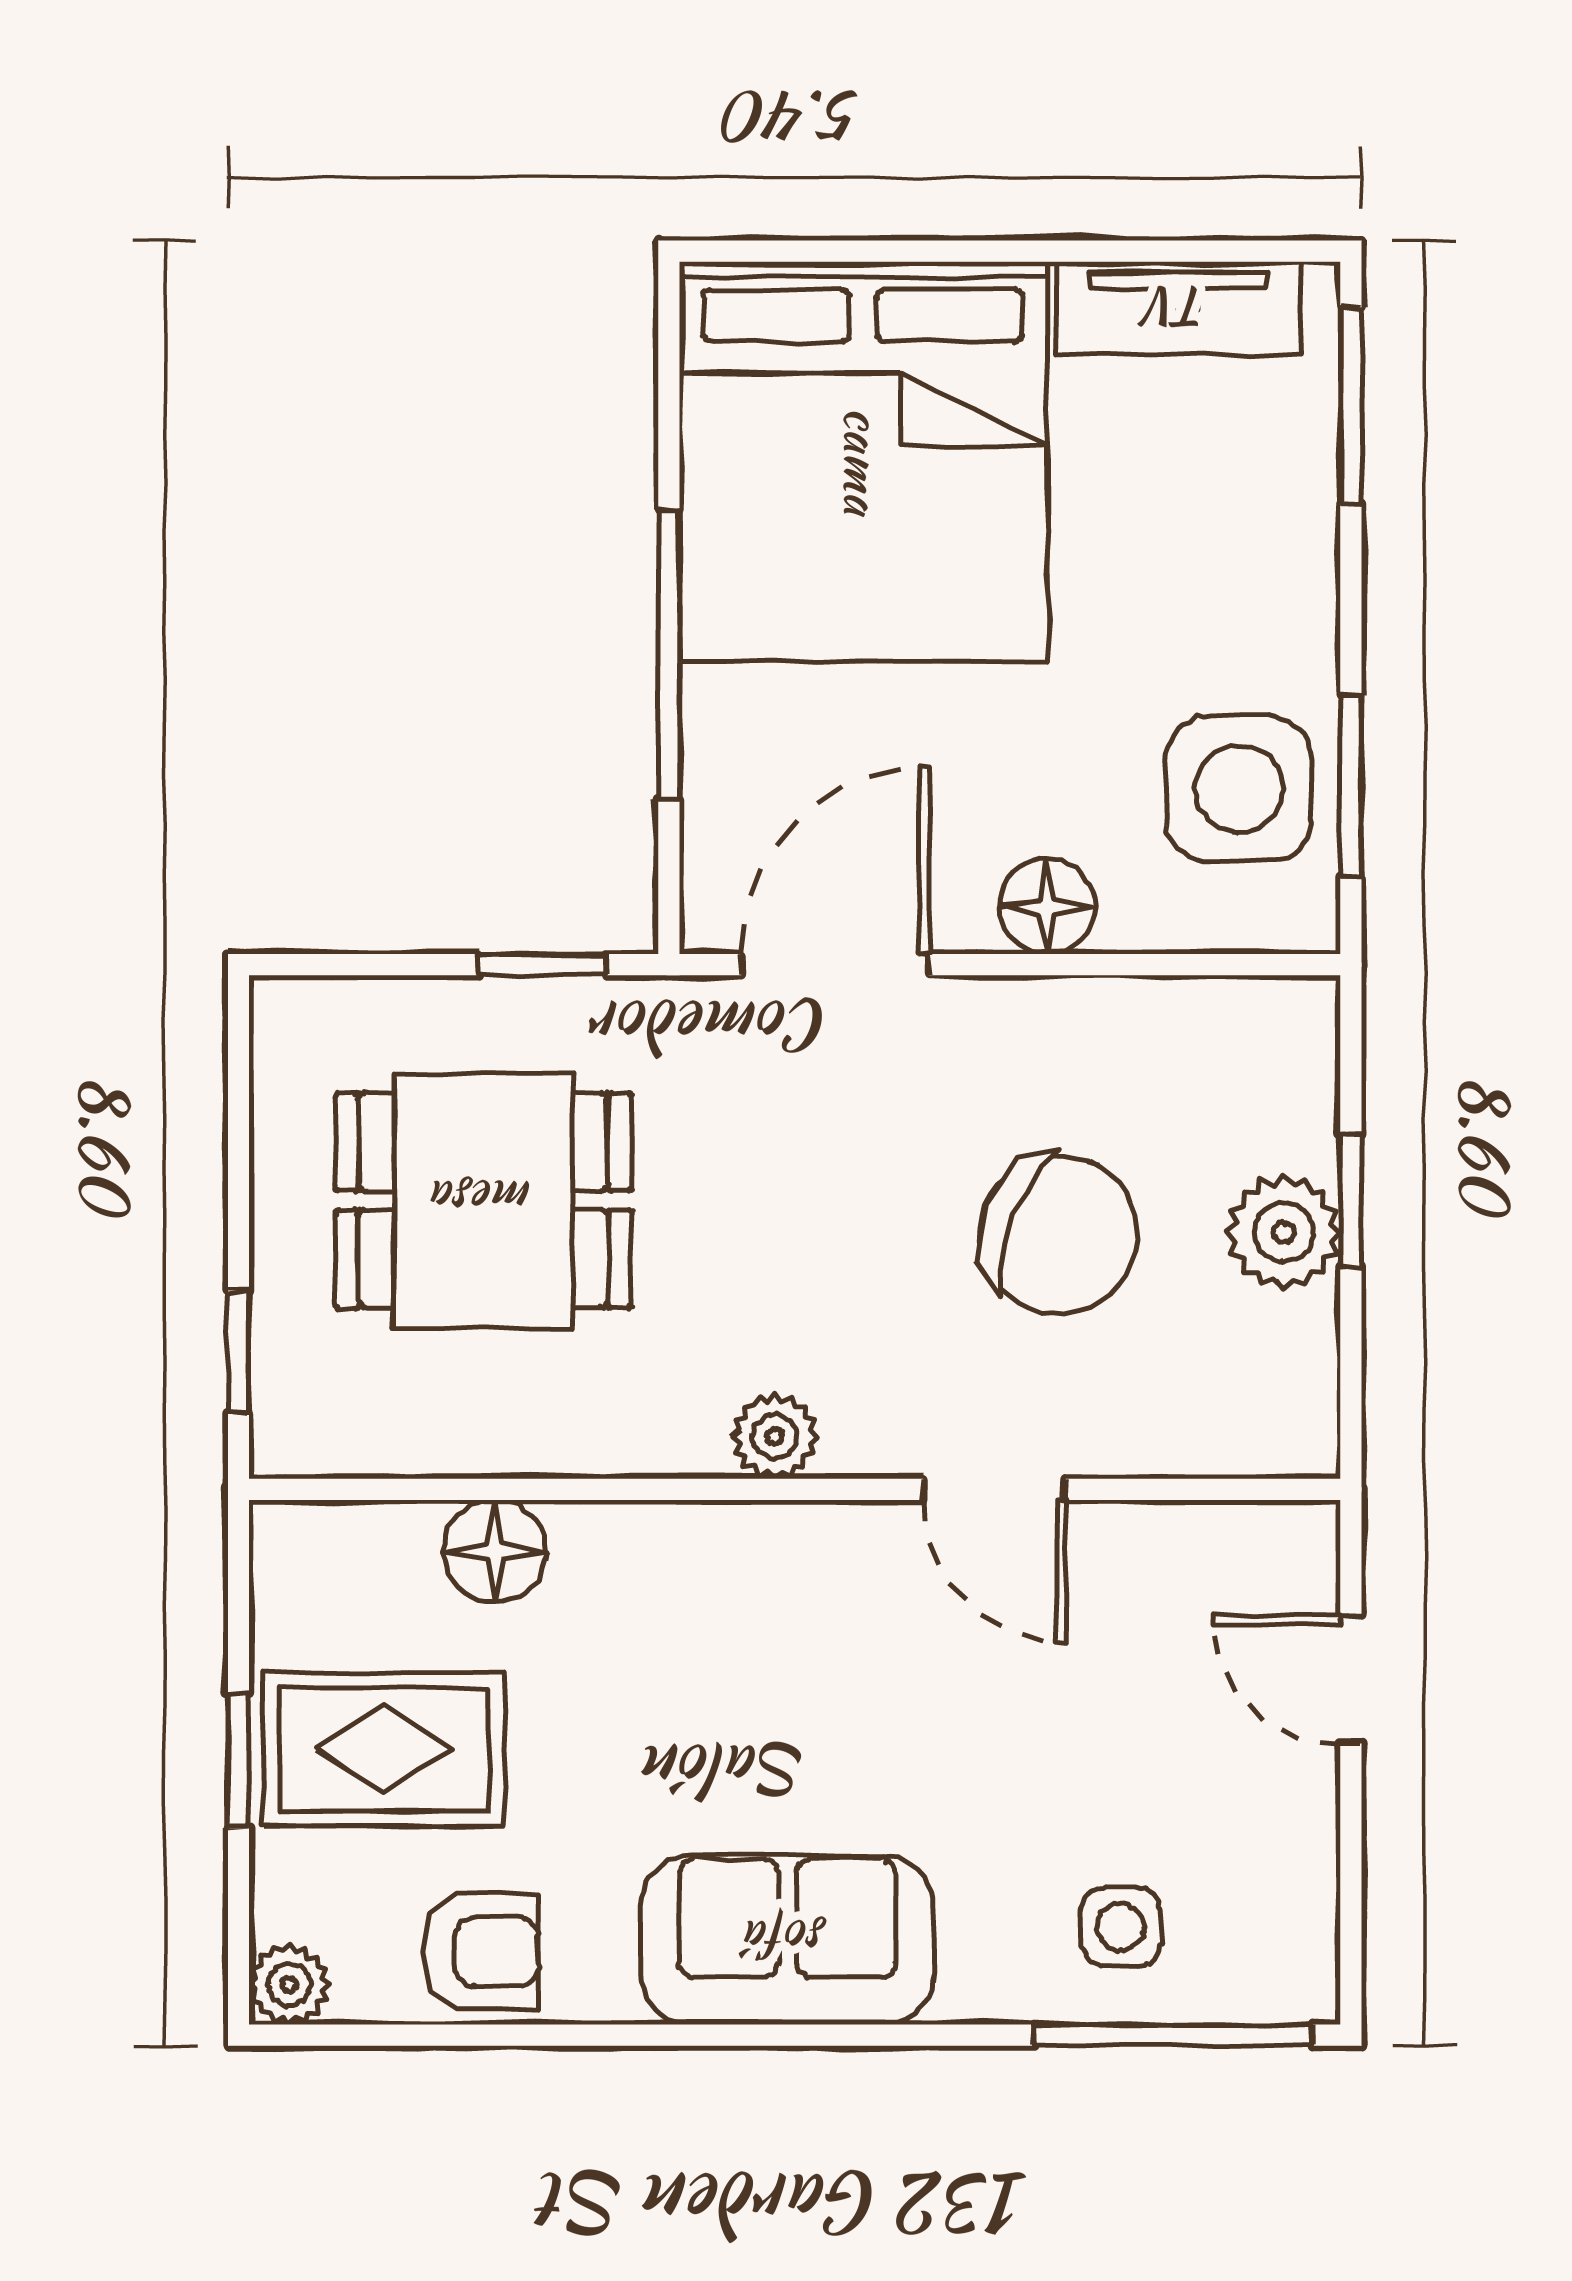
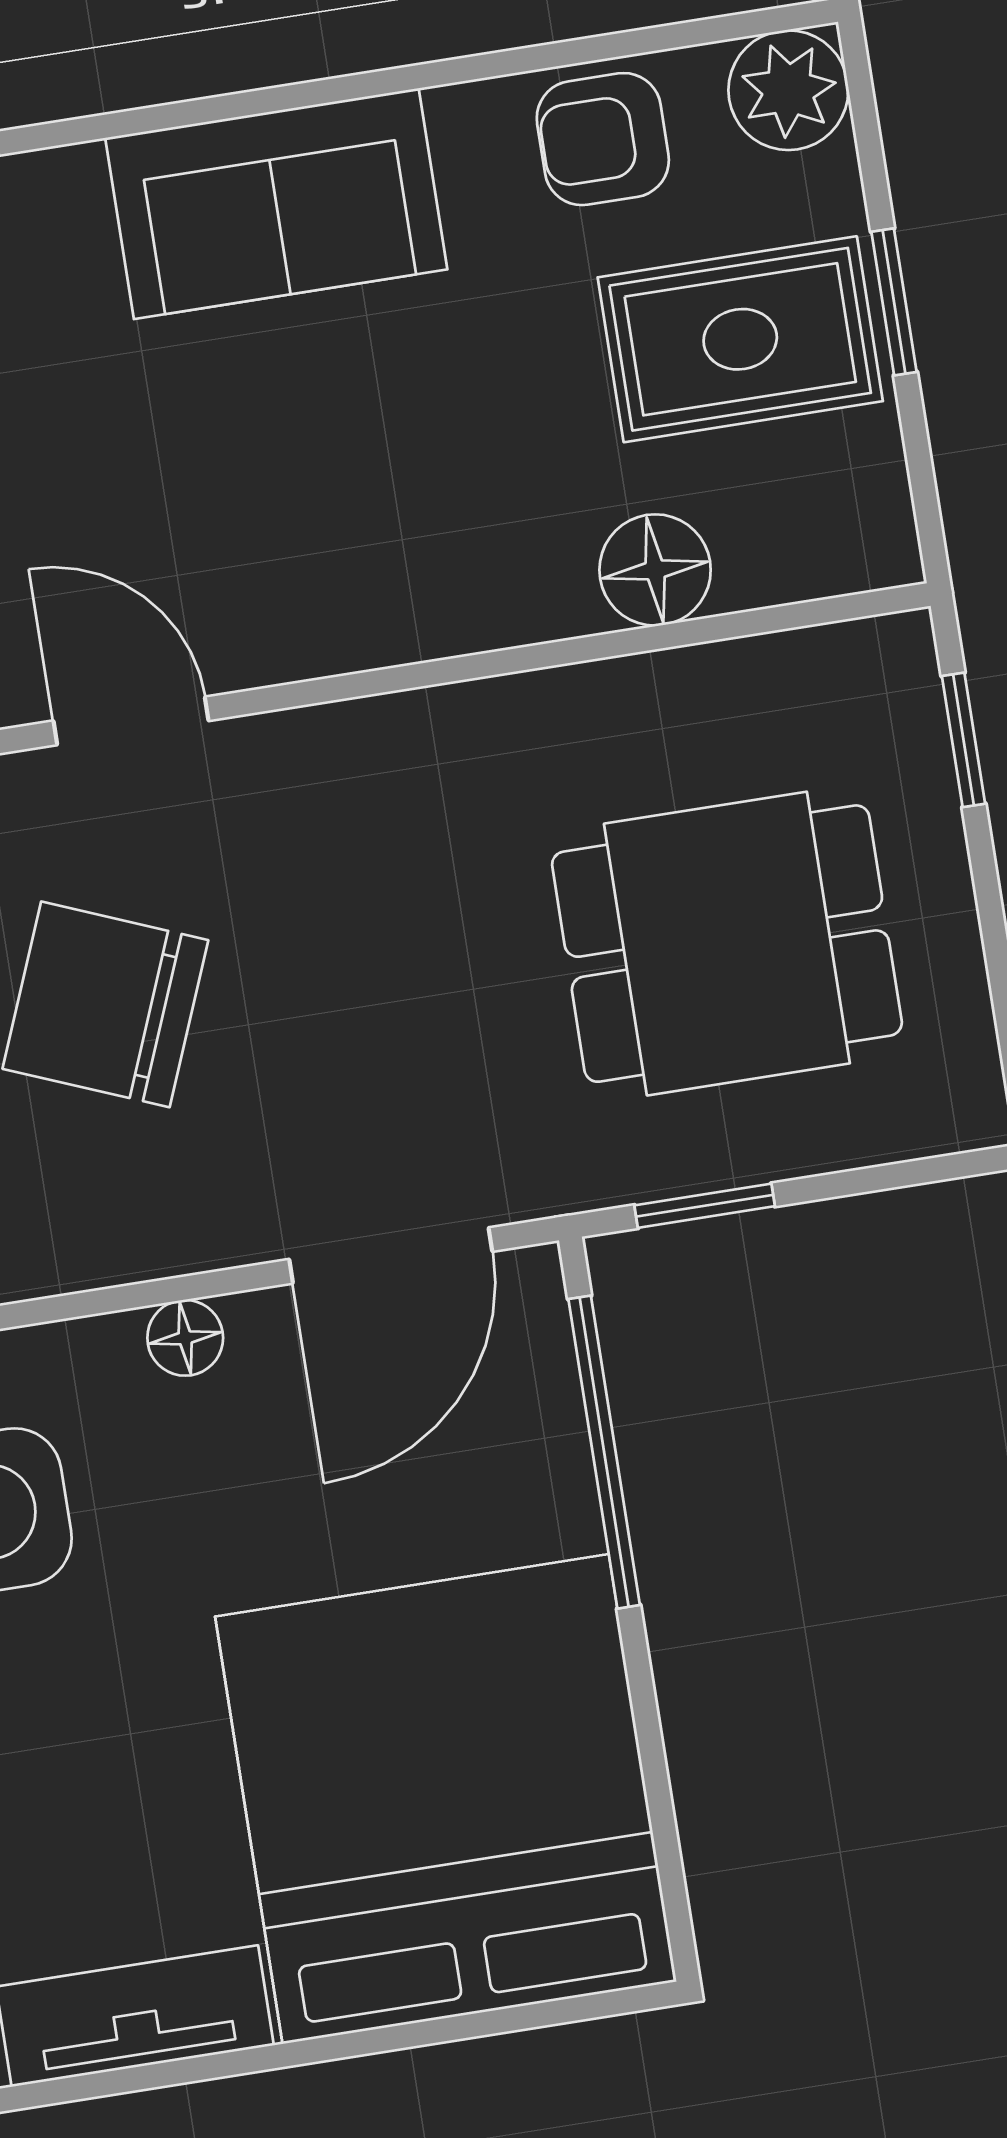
window: (669, 655) -> (604, 1452), moved
floor lamp: (1047, 906) -> (185, 1338), width x0.73, depth x0.73
plant: (775, 1437) -> (375, 740), removed
plant: (289, 1984) -> (788, 90), width x1.38, depth x1.38

